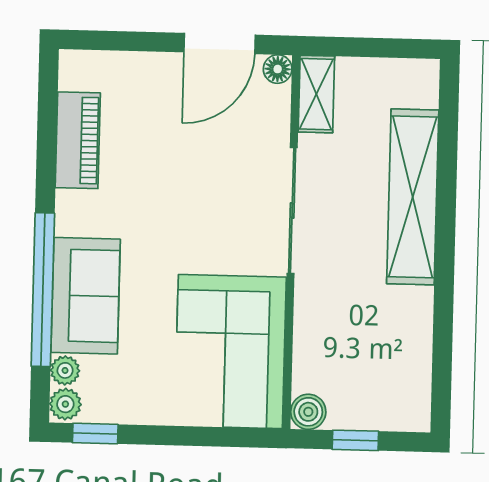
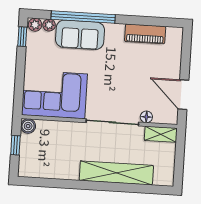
floor lamp: (278, 69) -> (146, 117), moved

